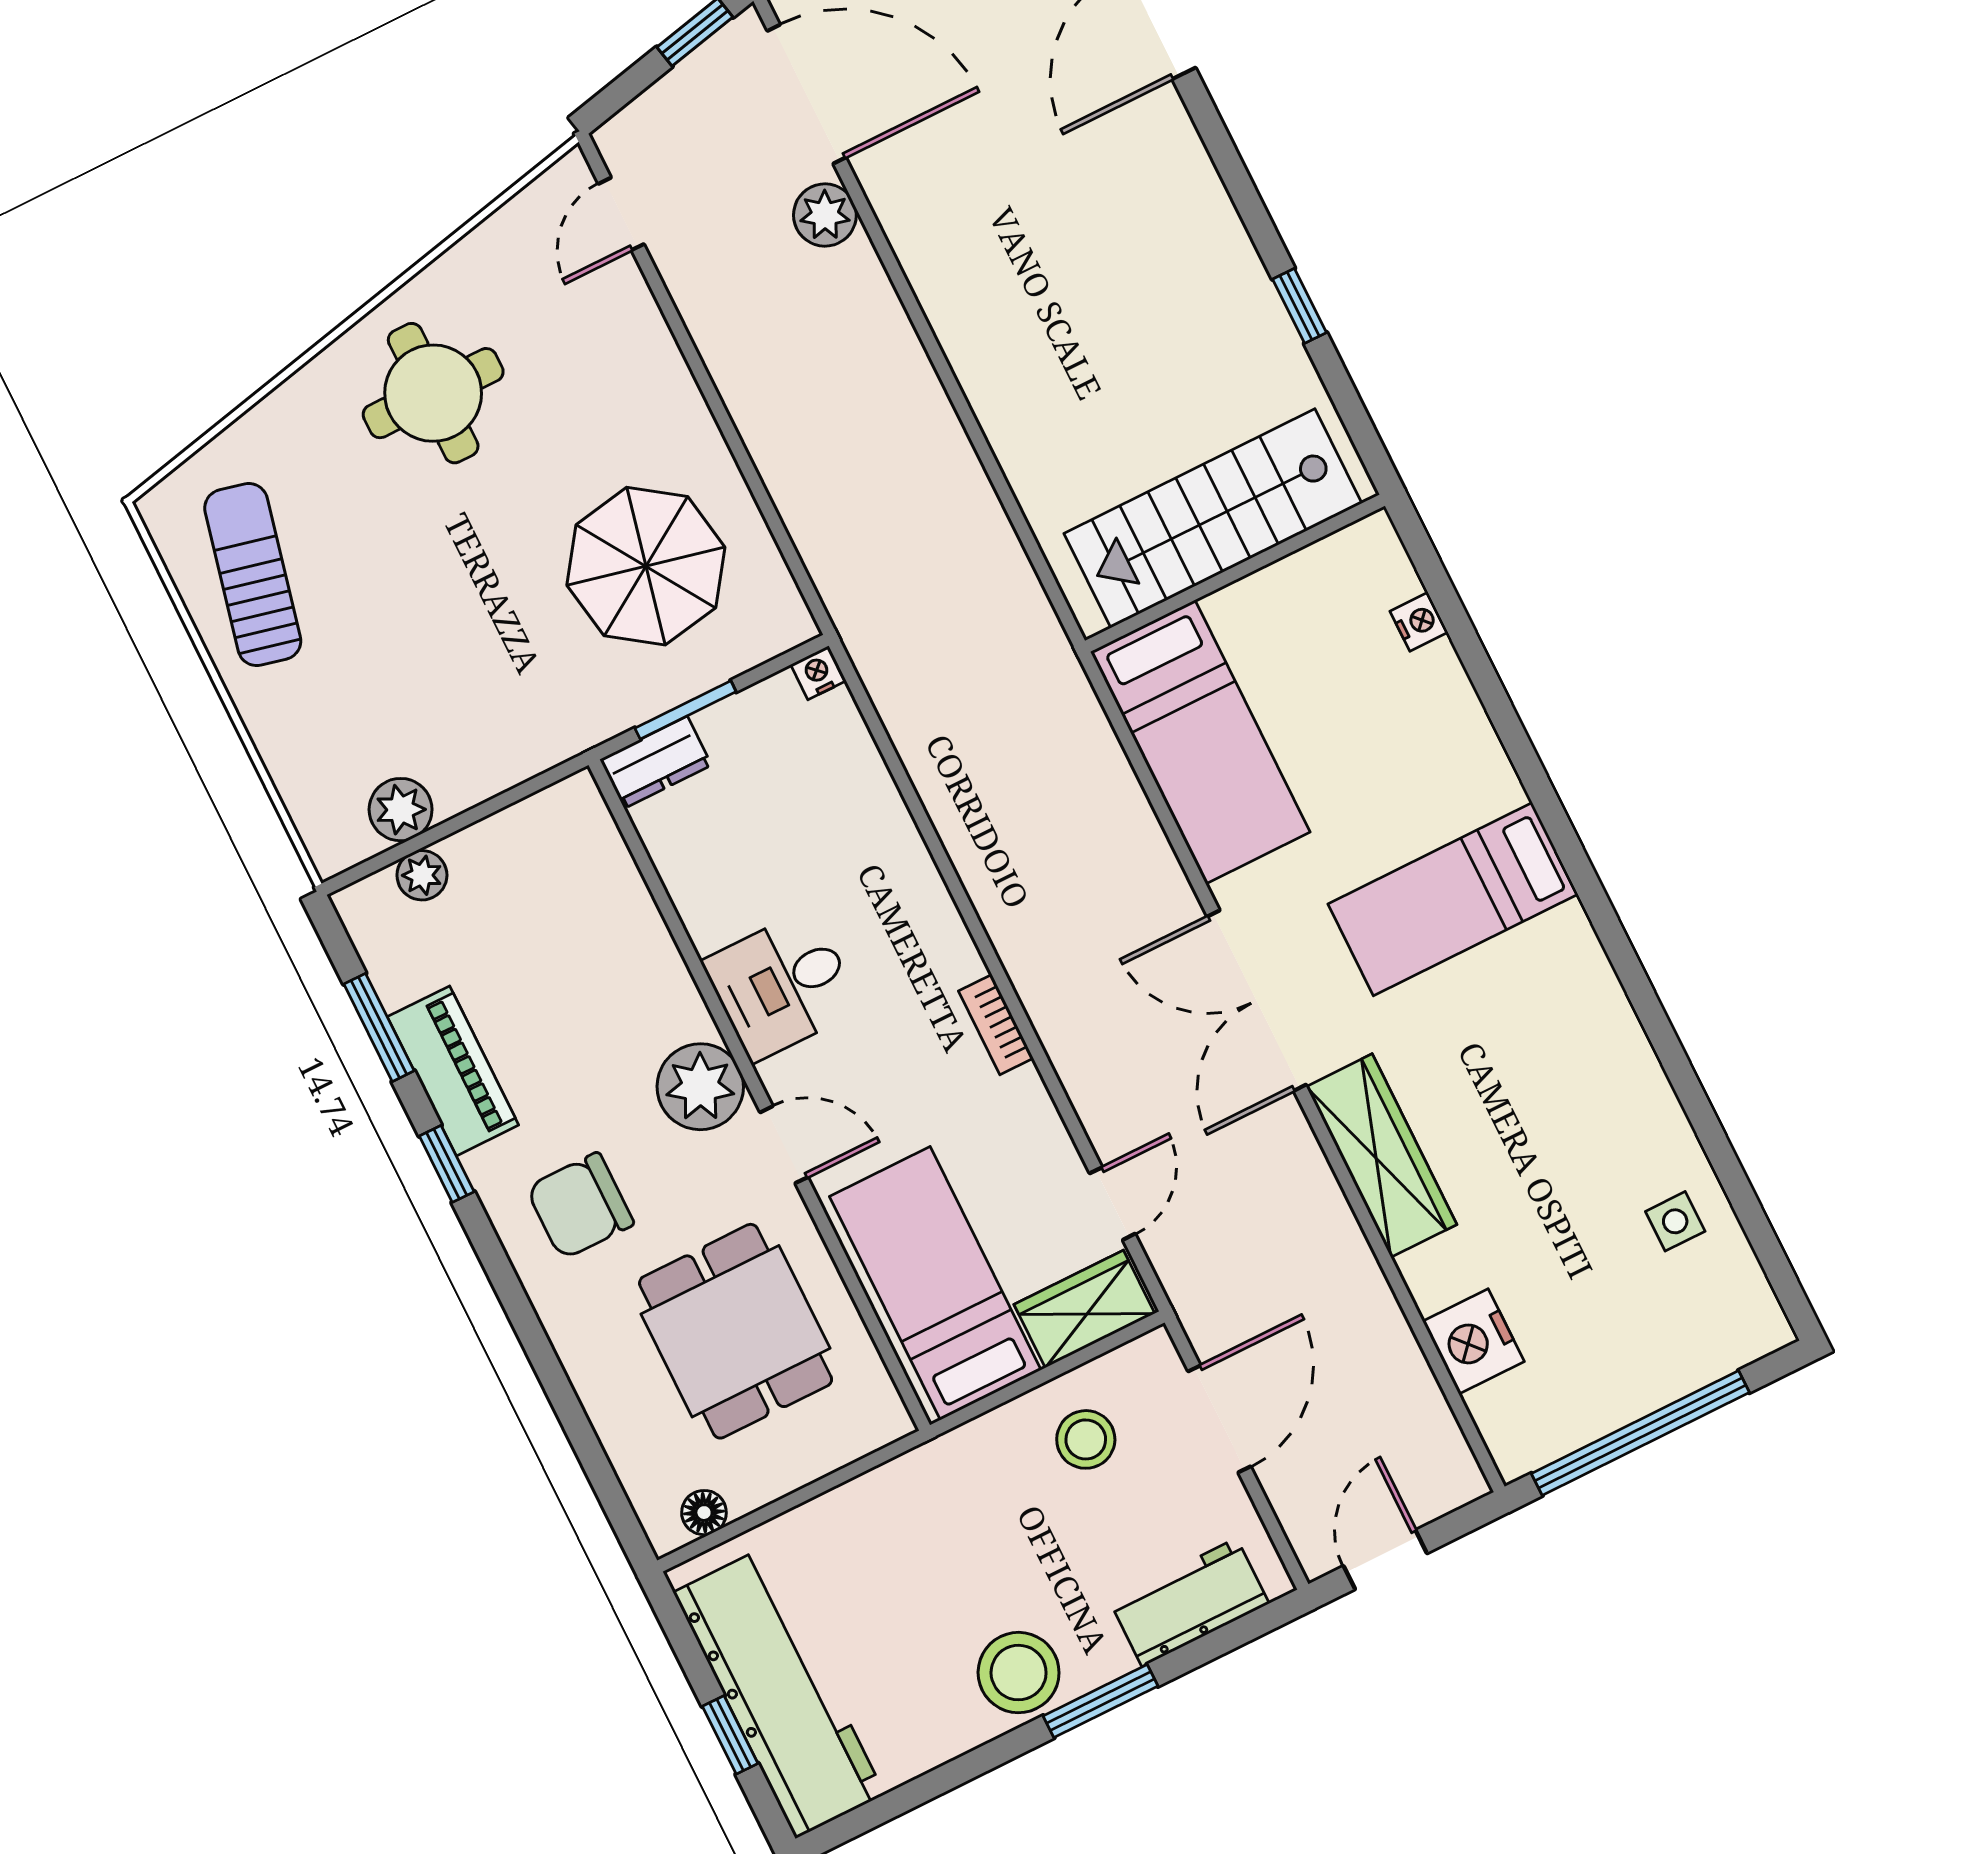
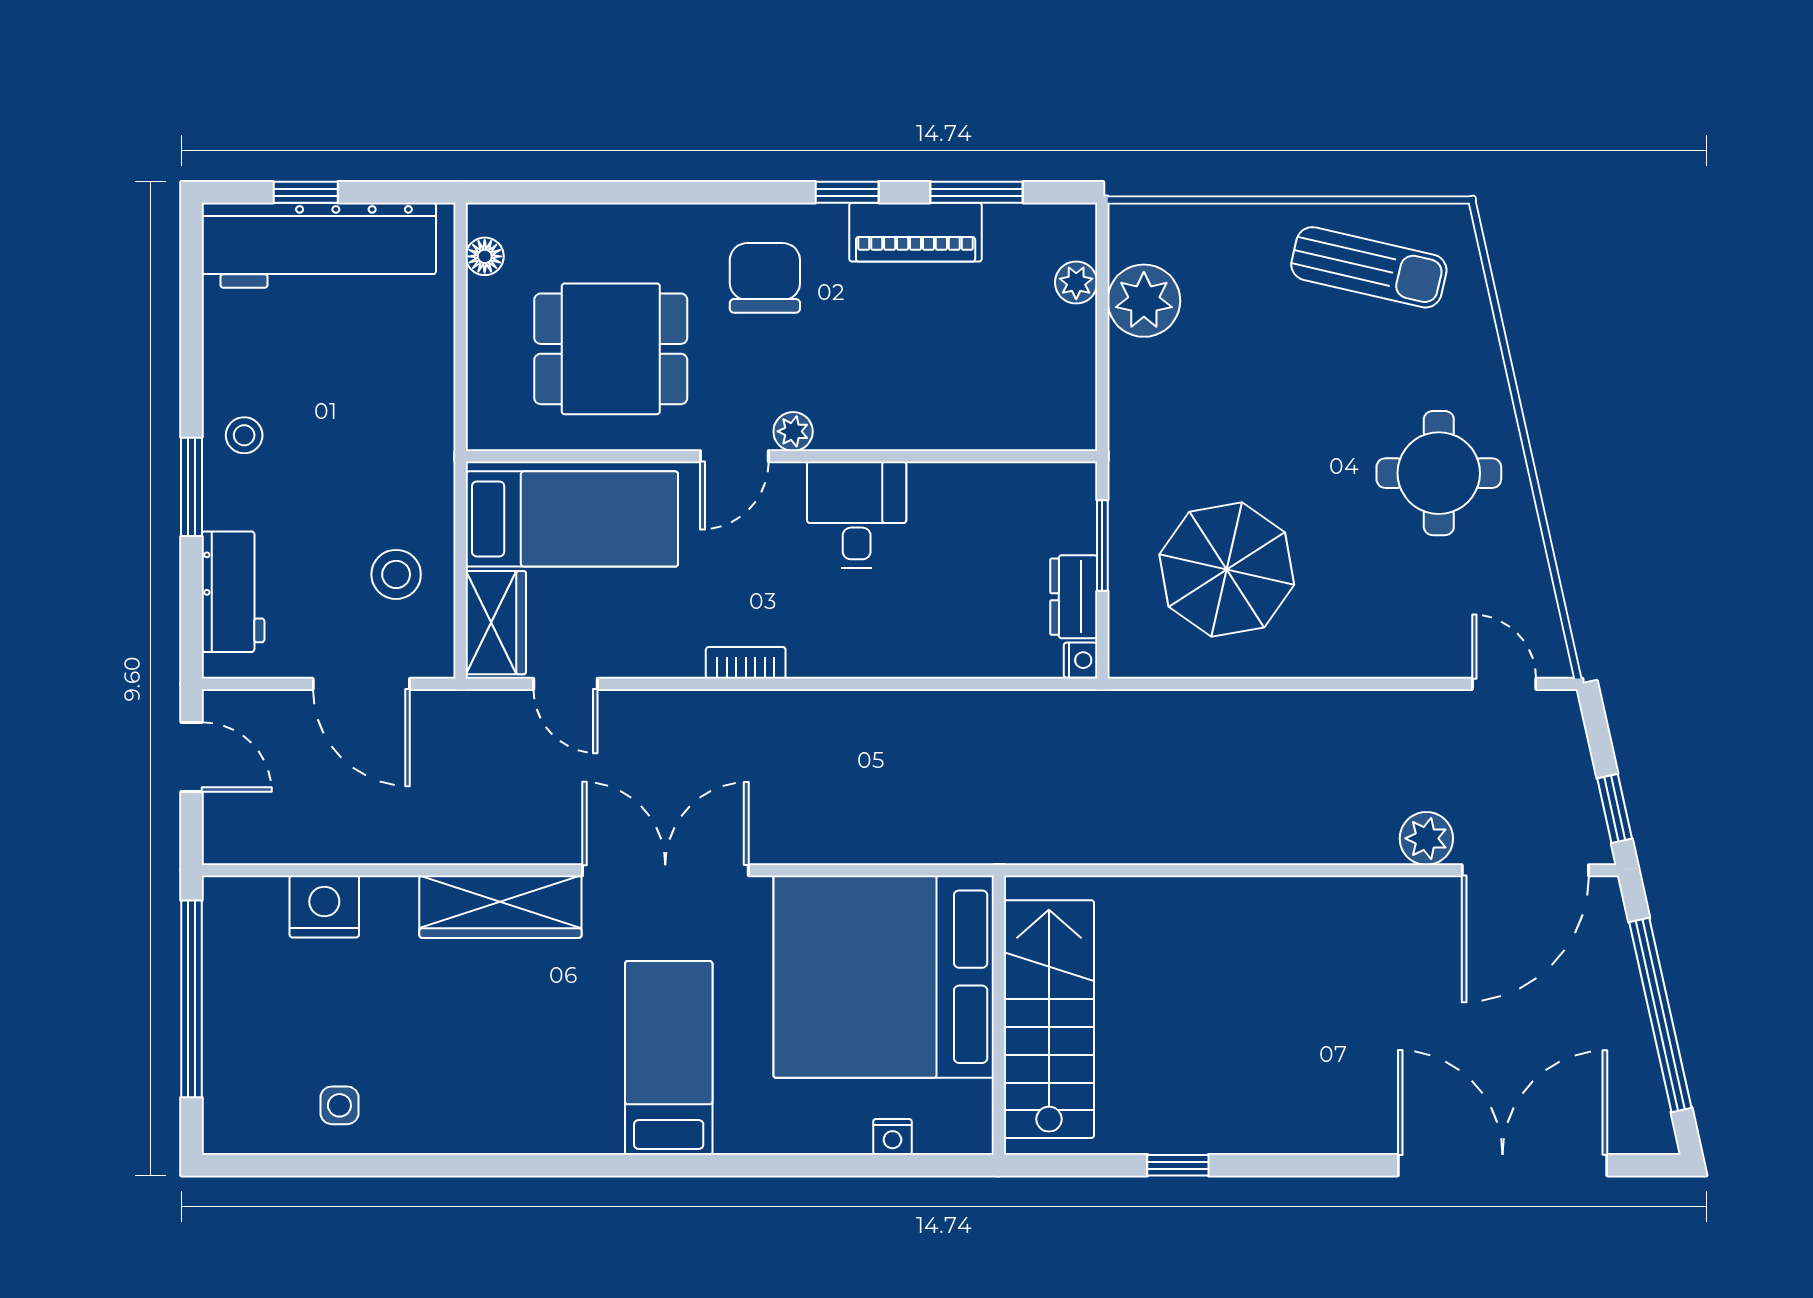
bed: (1200, 742) -> (884, 977), width x2.04
dresser: (656, 762) -> (1074, 597), moved
plant: (401, 810) -> (1144, 301), width x1.36, depth x1.36
plant: (700, 1087) -> (793, 431), width x0.53, depth x0.53
stool: (1019, 1673) -> (244, 435), width x0.53, depth x0.53

